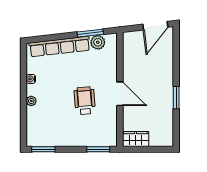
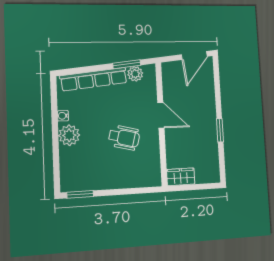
door: (120, 94) -> (161, 115), moved
plant: (31, 101) -> (69, 135), width x1.88, depth x1.88
wheelchair: (85, 101) -> (124, 138), turned 108
window: (98, 149) -> (141, 190), removed

